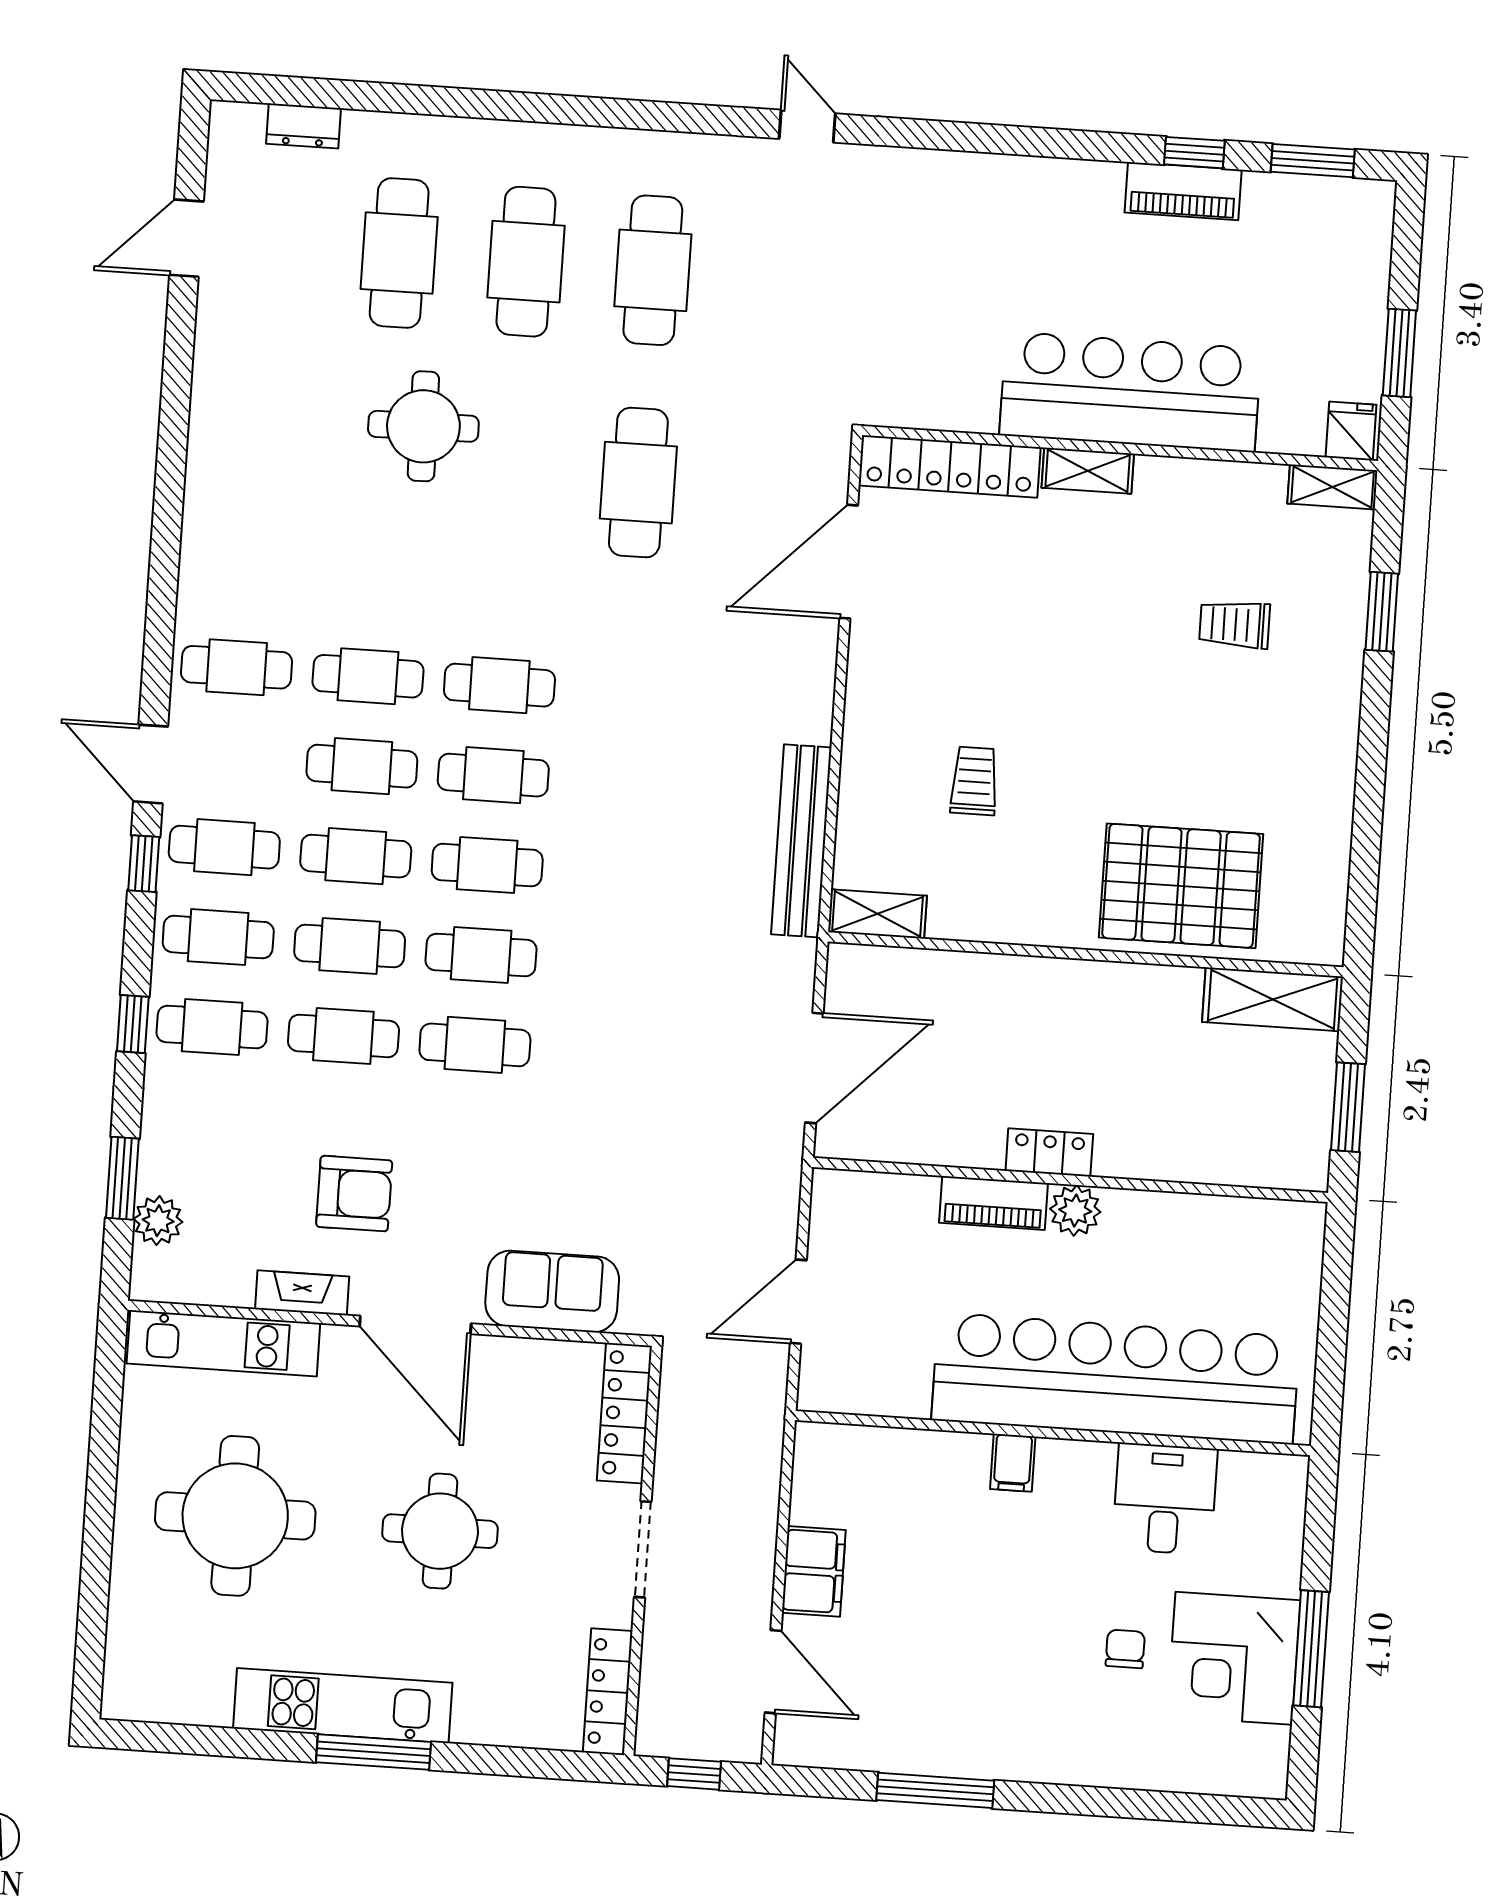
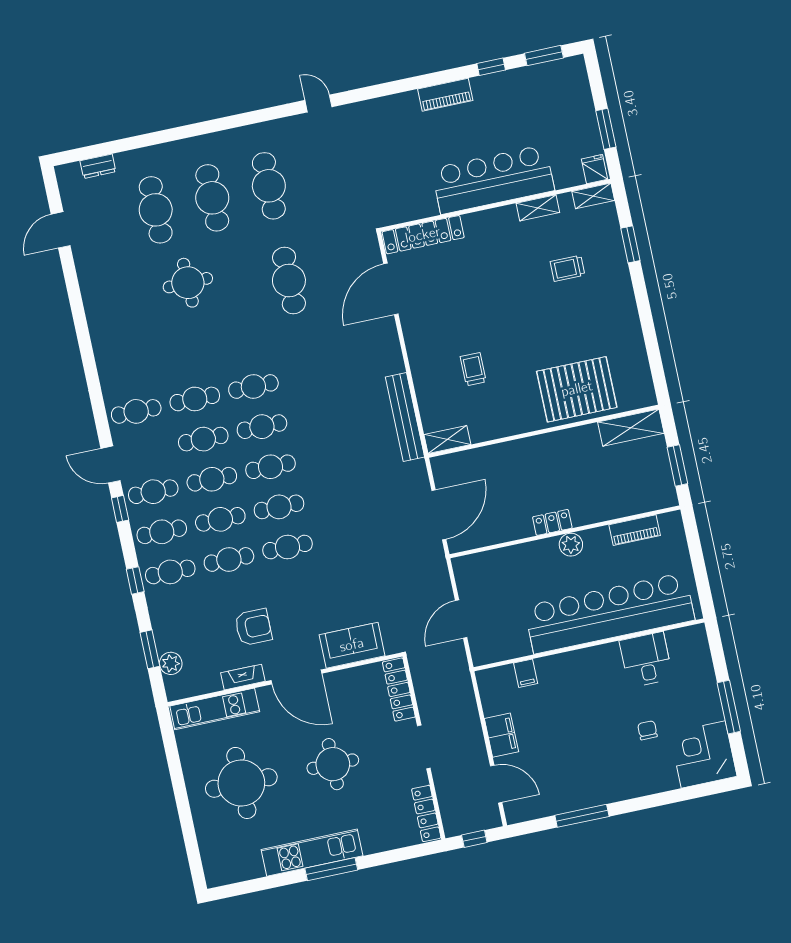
piano: (1183, 191) -> (445, 95), moved
shelving: (1088, 471) -> (538, 208), moved
piano: (994, 1203) -> (635, 530), moved
filing cabinet: (1013, 1463) -> (526, 673), moved
corner desk: (1234, 1658) -> (703, 754), moved, turned 90

